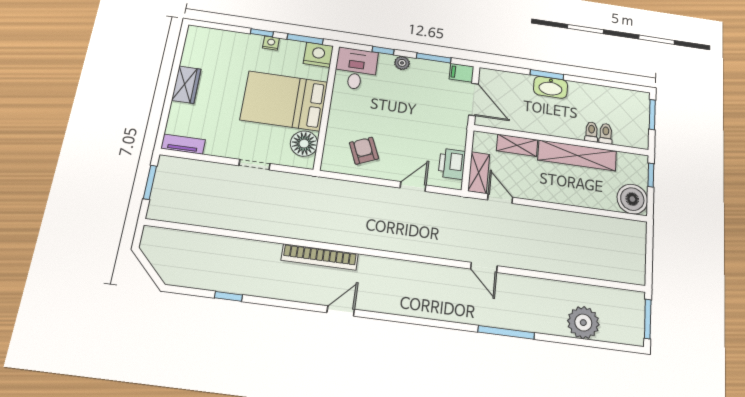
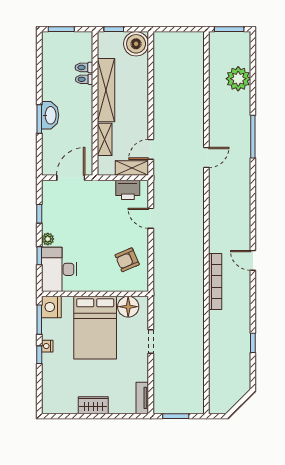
window: (434, 58) -> (39, 214), width x0.67
desk: (356, 69) -> (59, 269), width x1.37
filing cabinet: (462, 73) -> (49, 190), removed

